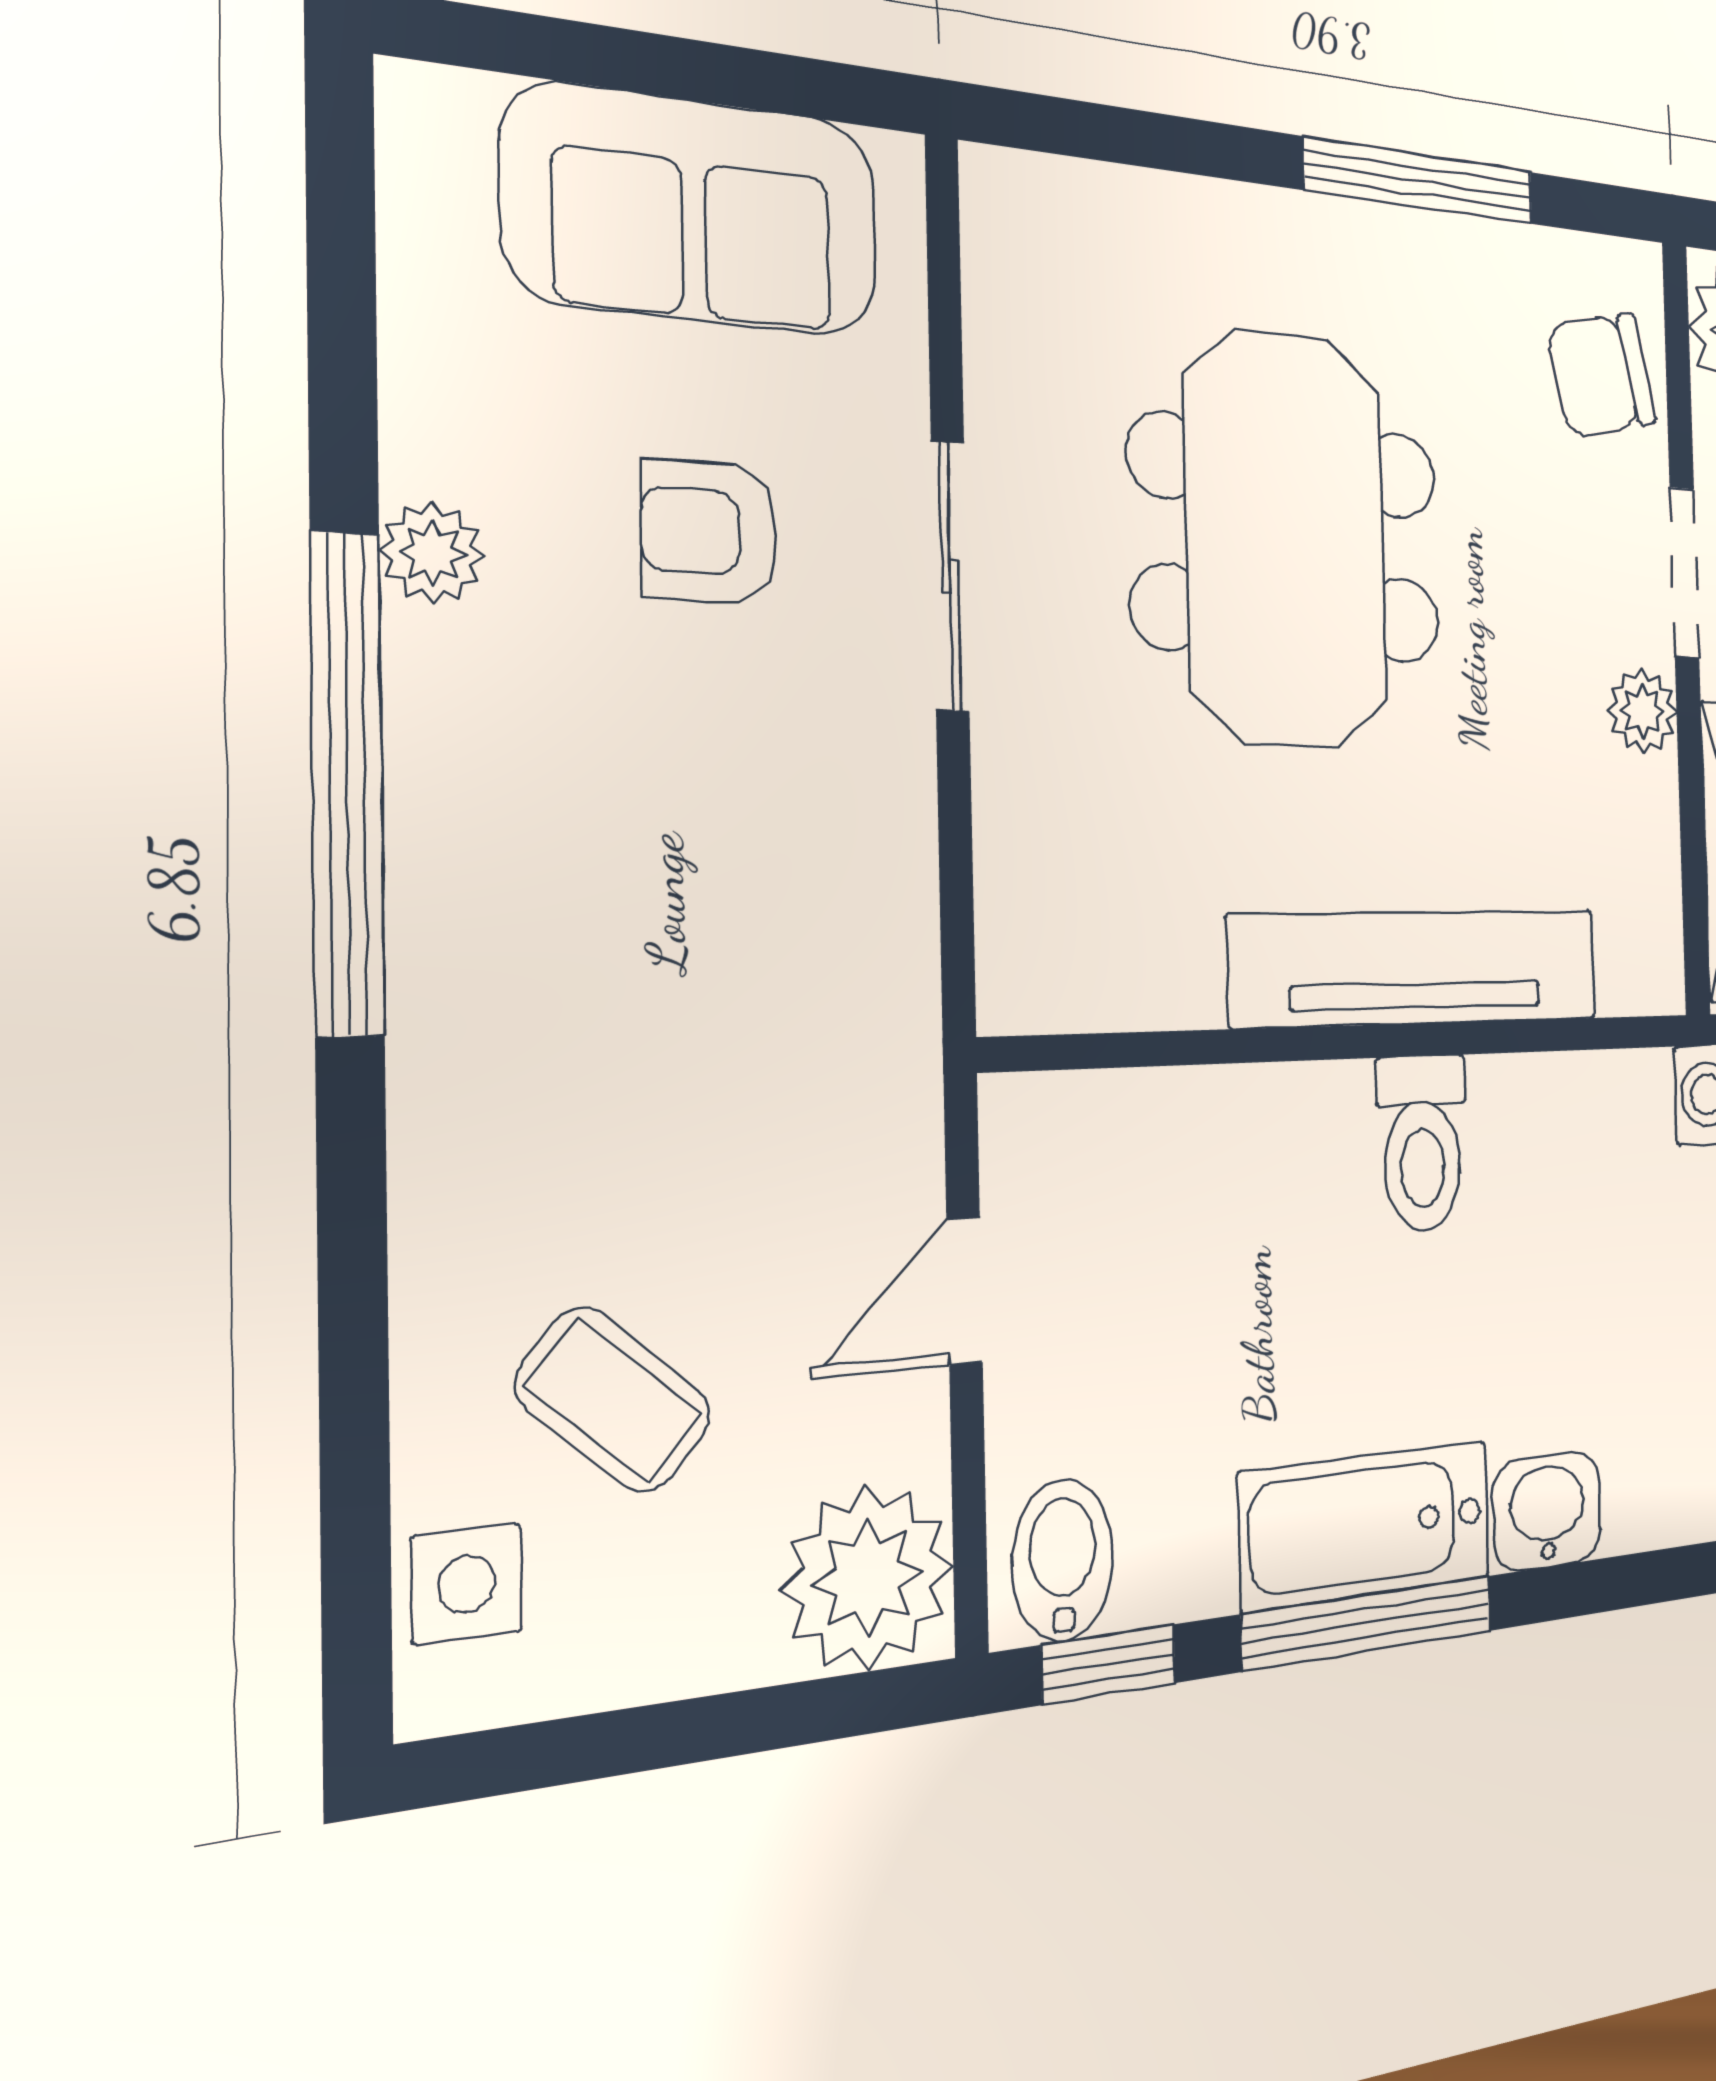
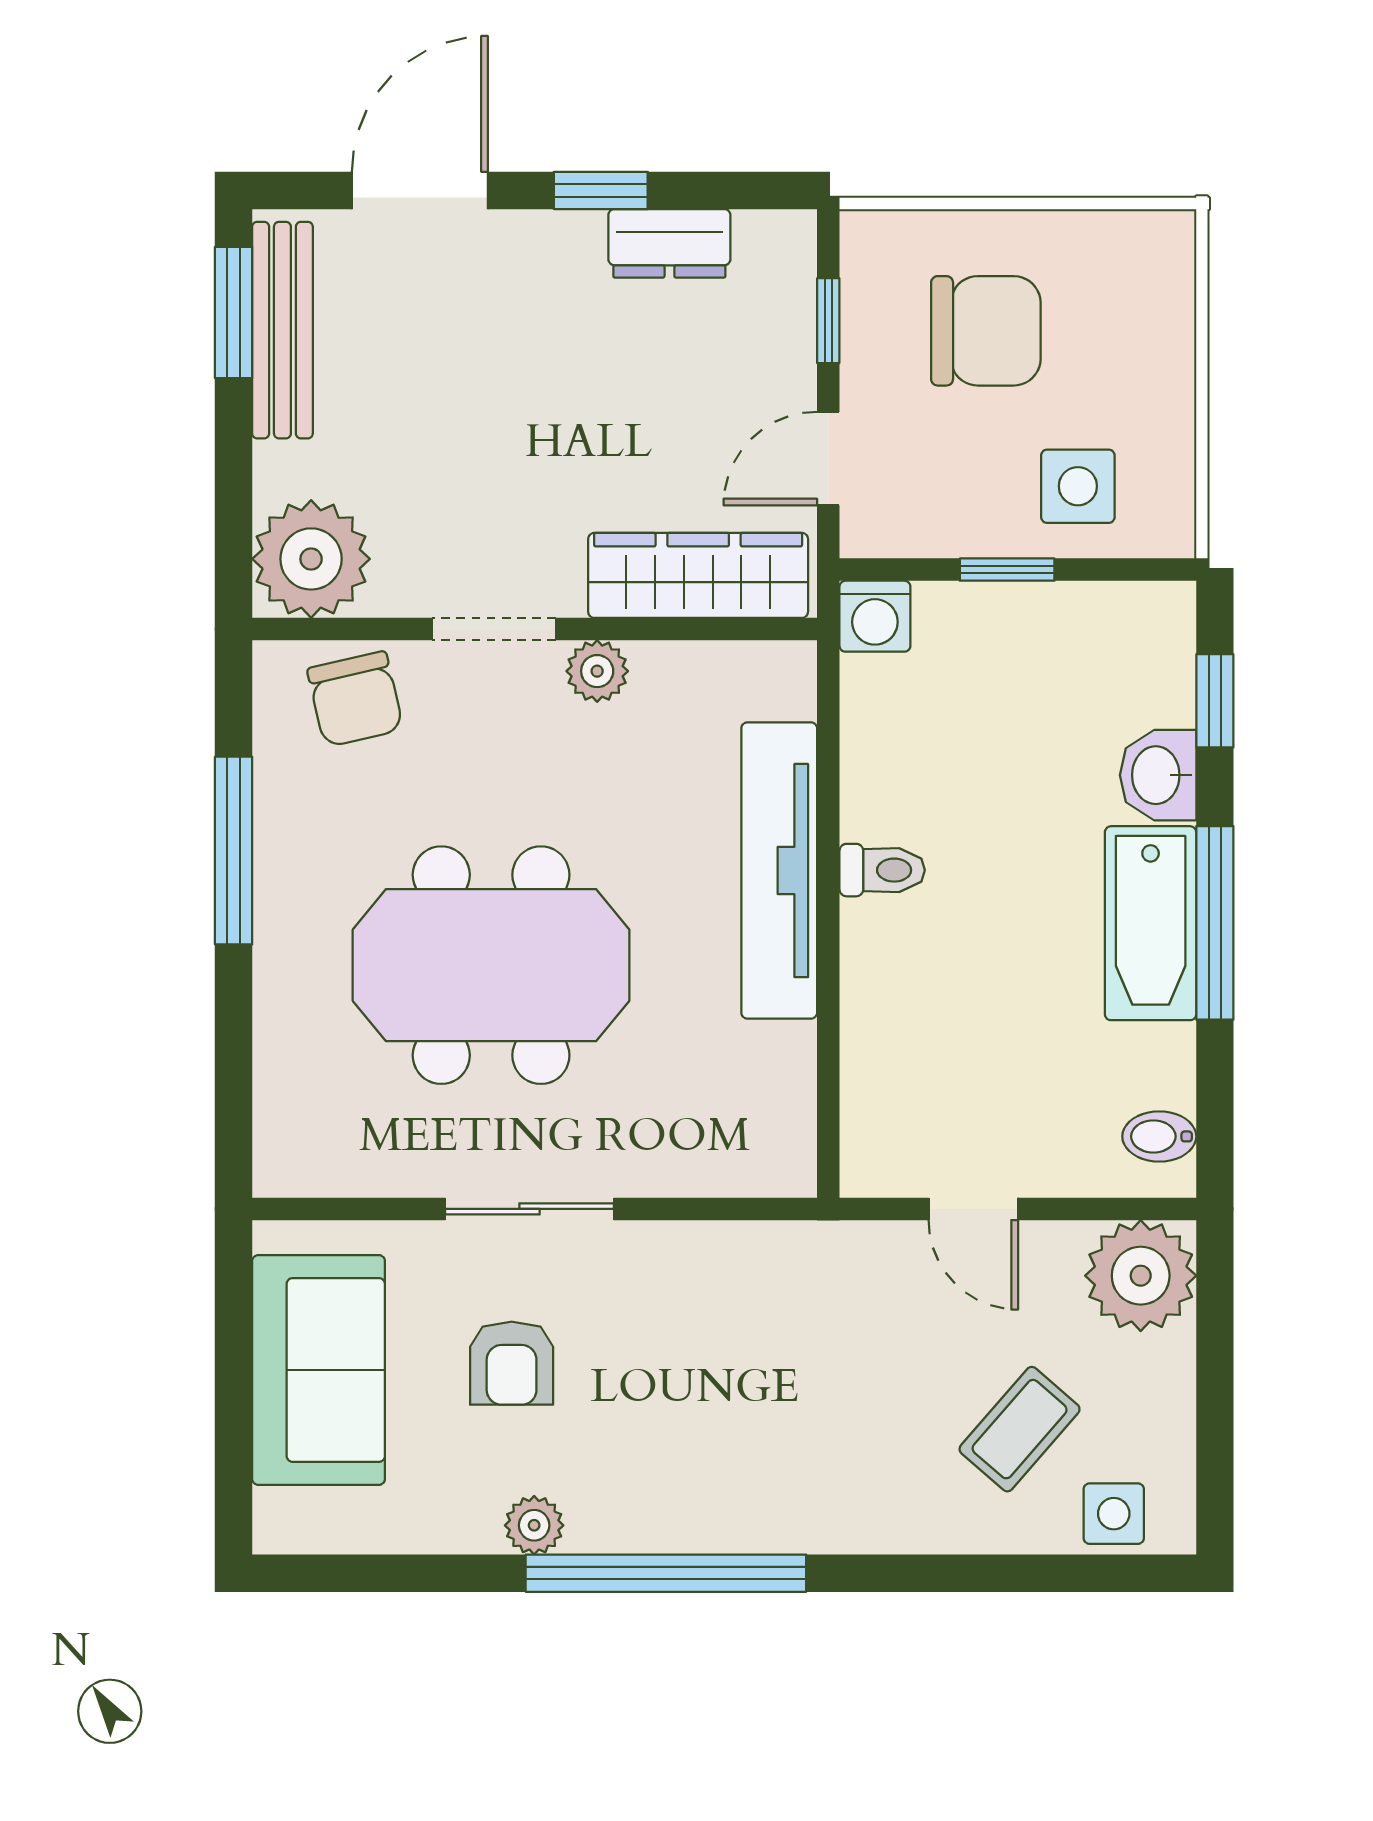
toilet: (1422, 1143) -> (882, 870), width x0.73, depth x0.72
bidet: (1063, 1560) -> (1159, 1136), width x0.72, depth x0.74
window: (1109, 1664) -> (1215, 701), moved

